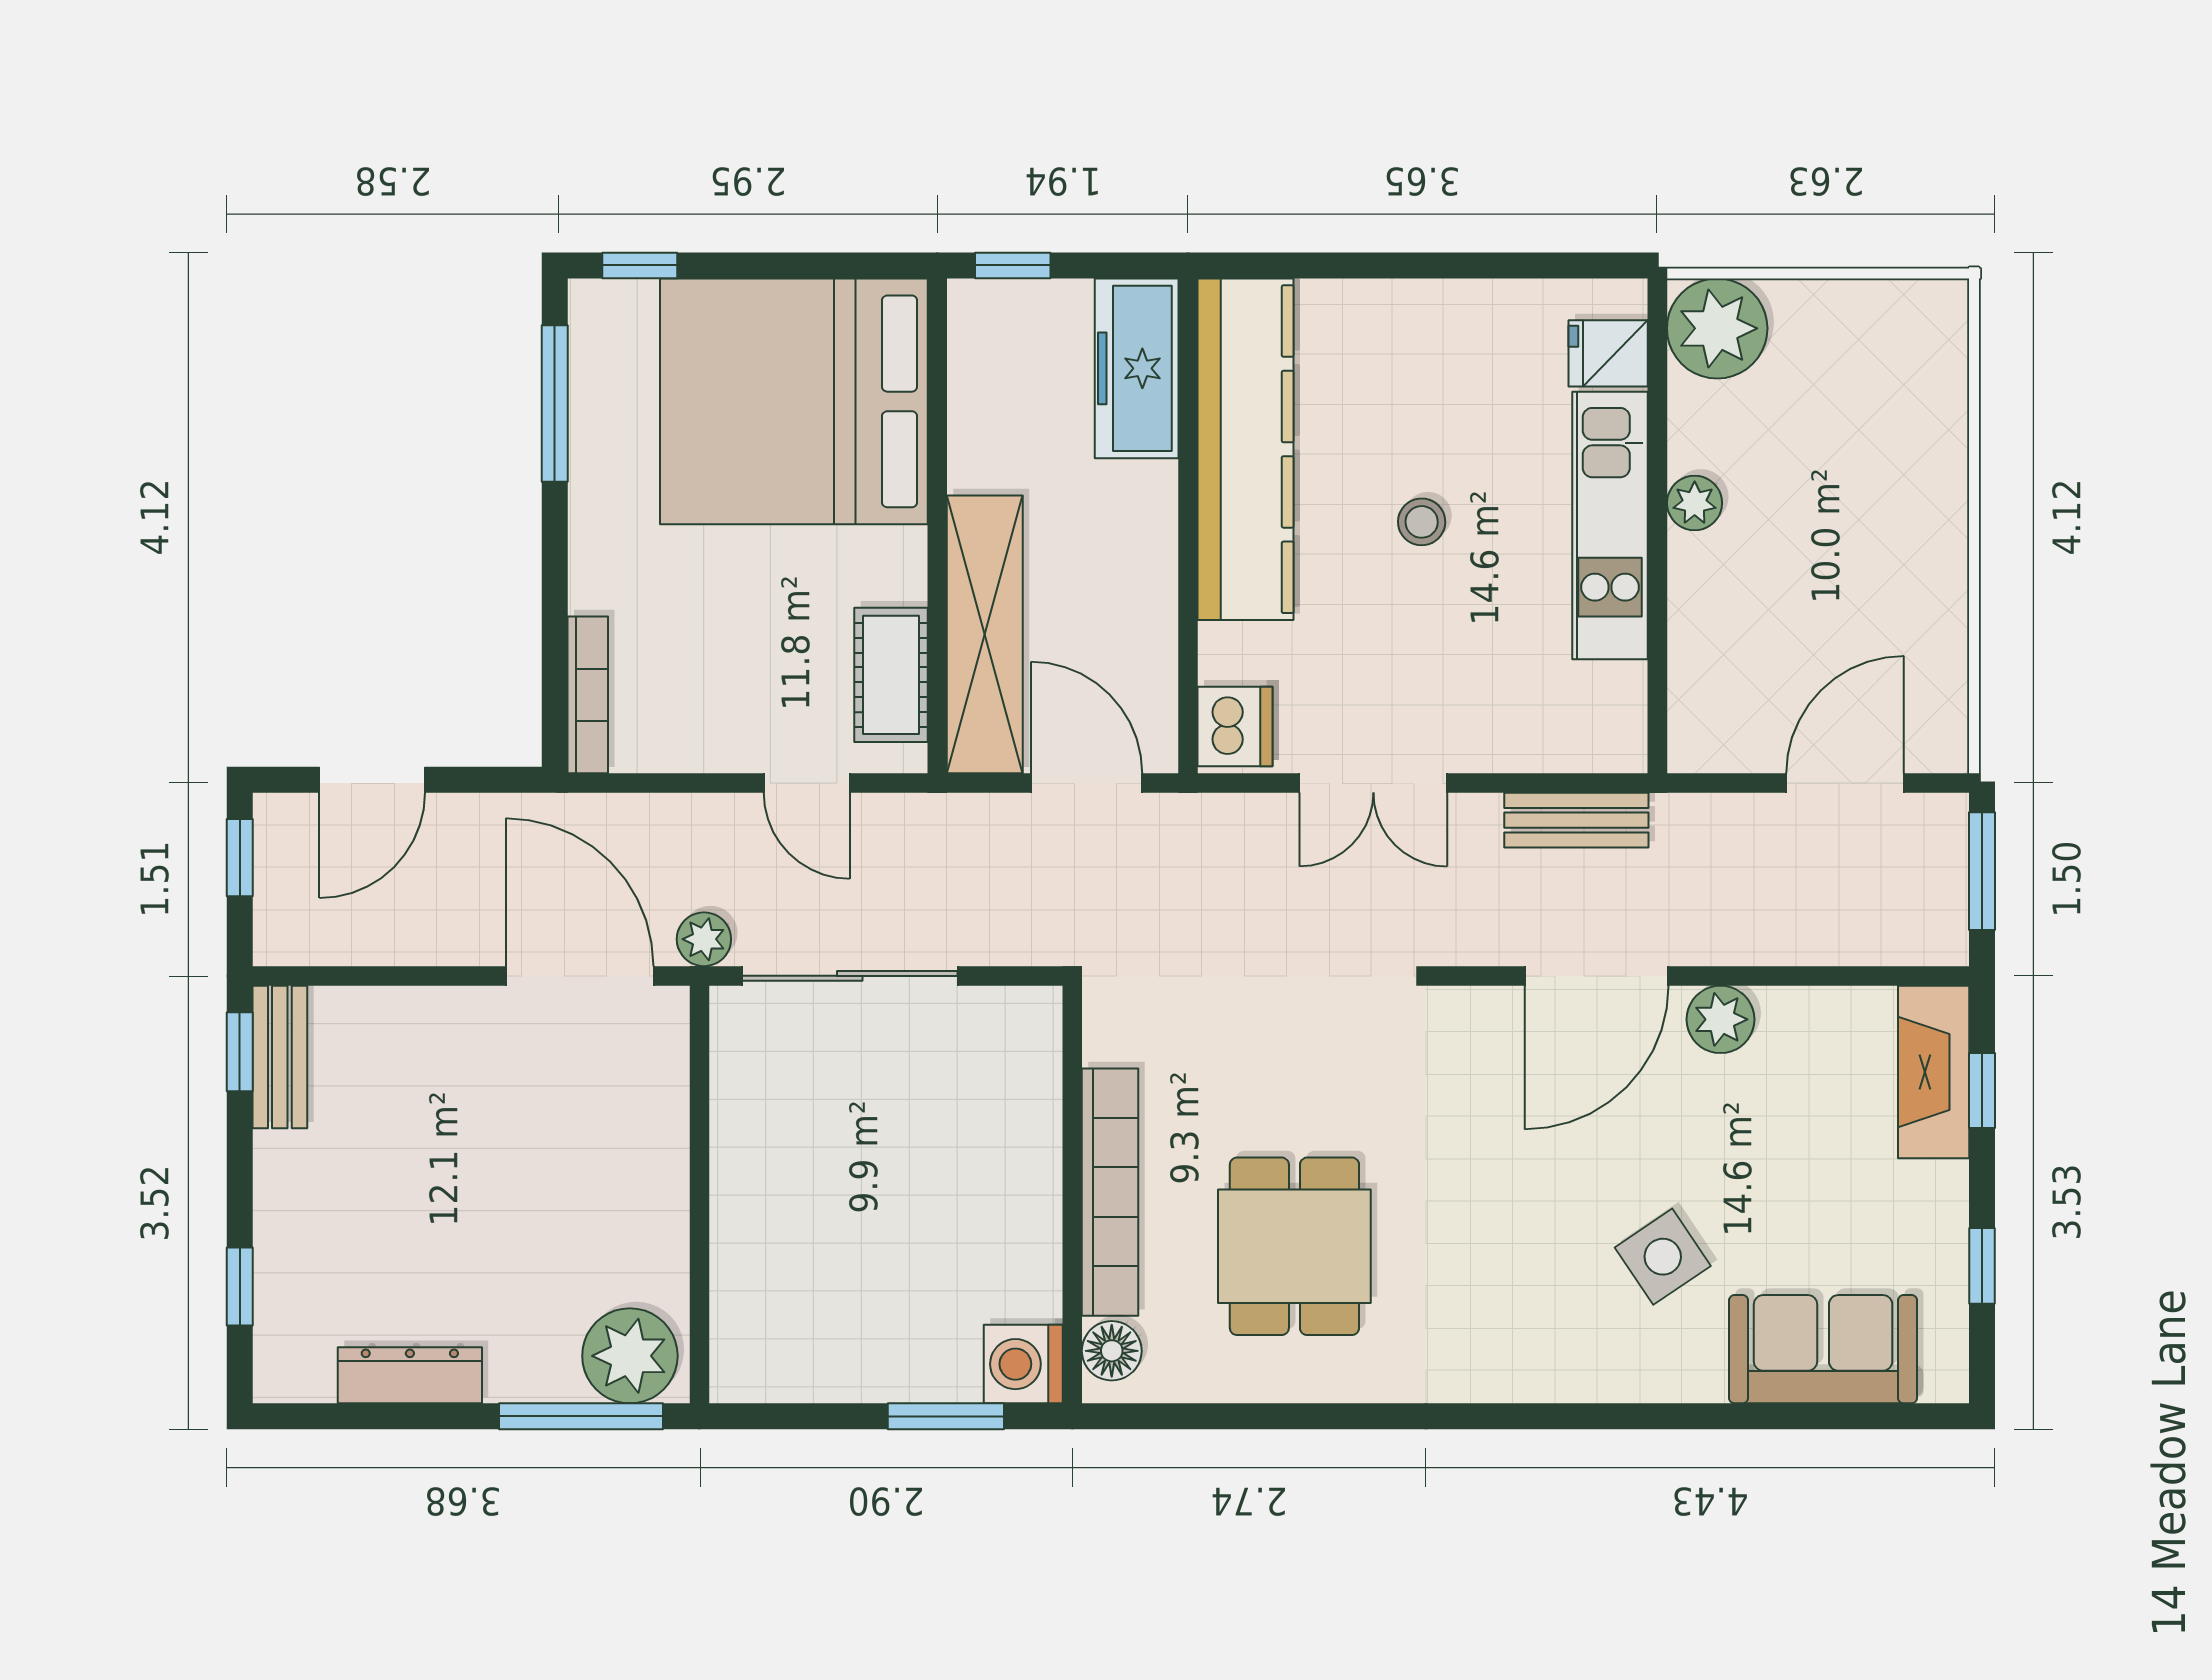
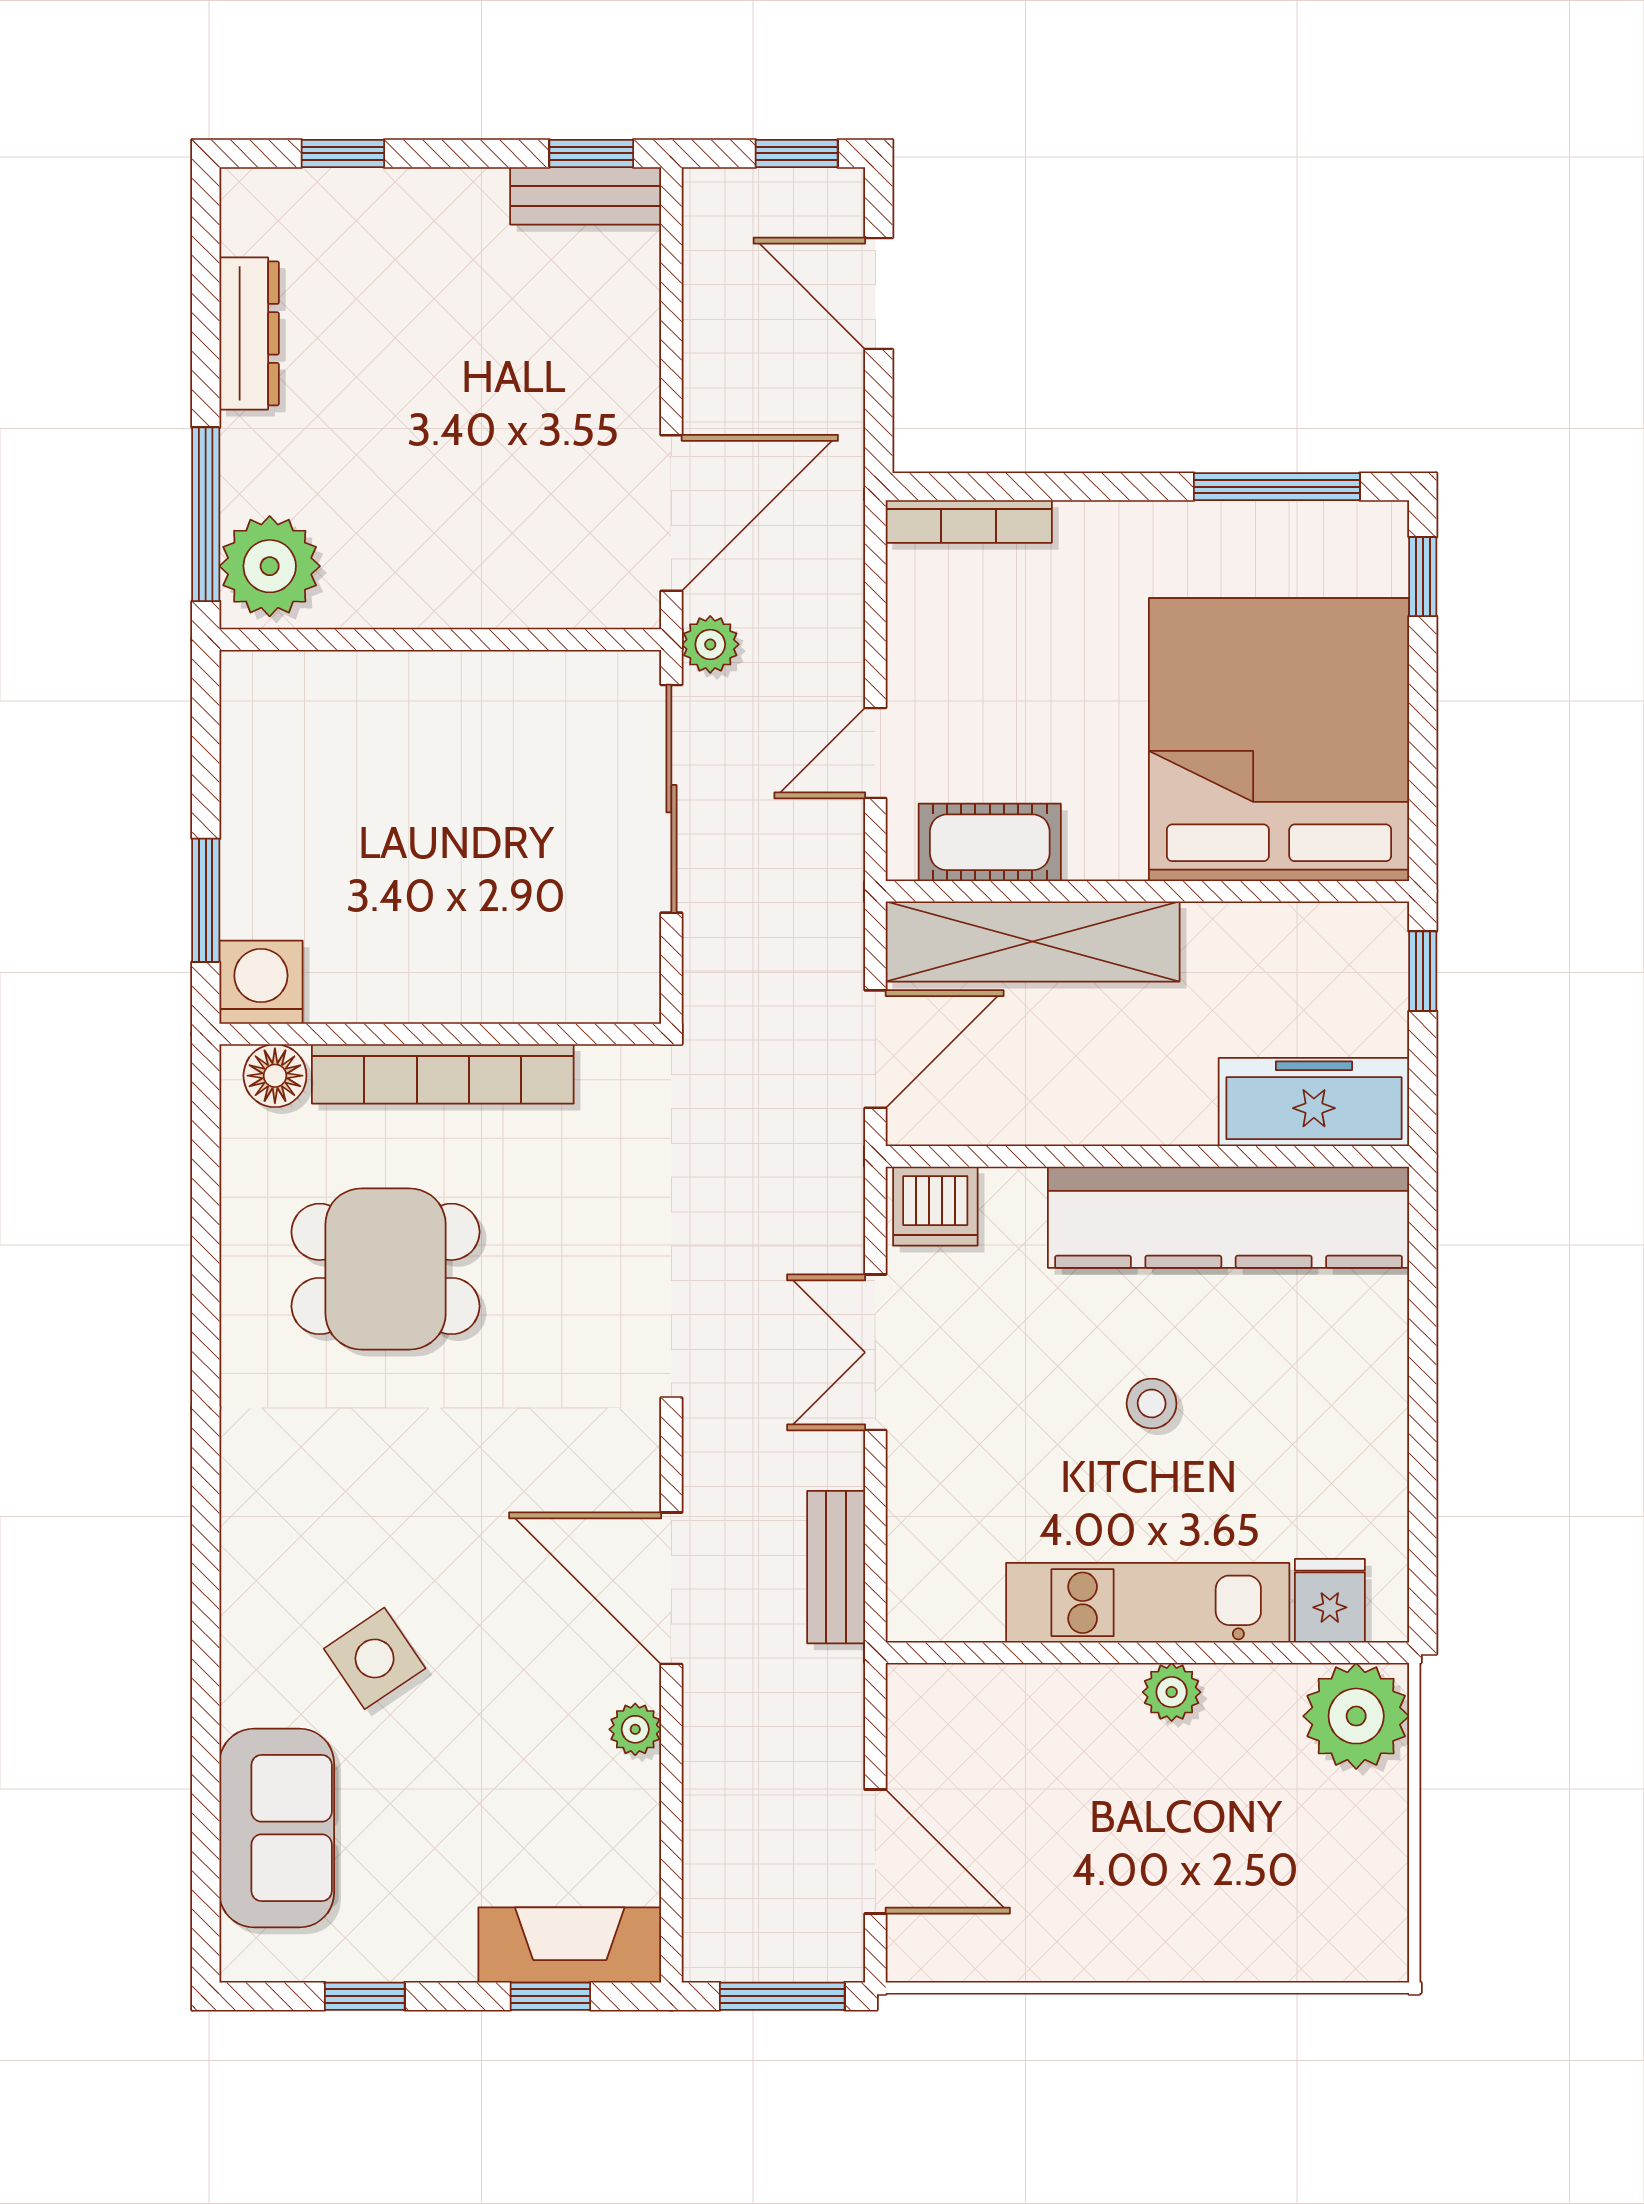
plant: (1720, 1019) -> (635, 1729), width x0.73, depth x0.73

